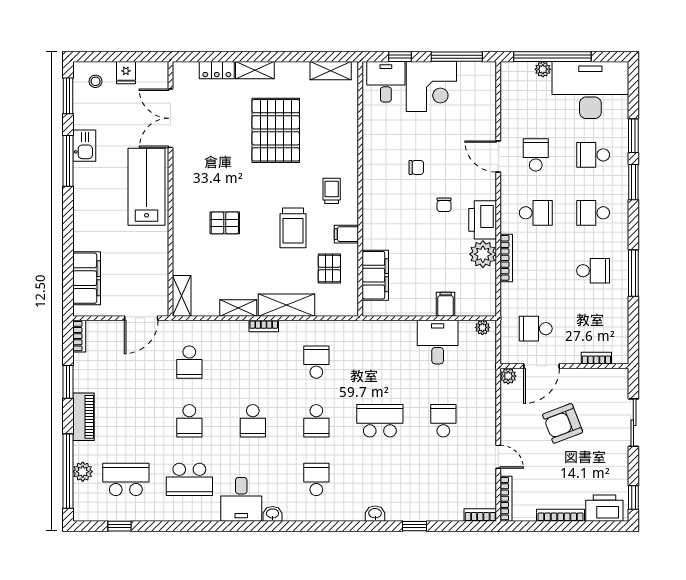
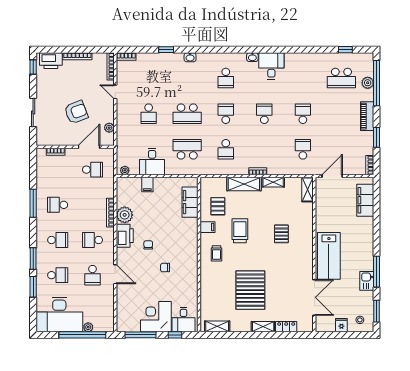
pallet: (225, 223) -> (281, 234), turned 90
plant: (508, 376) -> (109, 128), moved
school desk: (189, 479) -> (187, 149), moved

